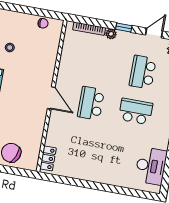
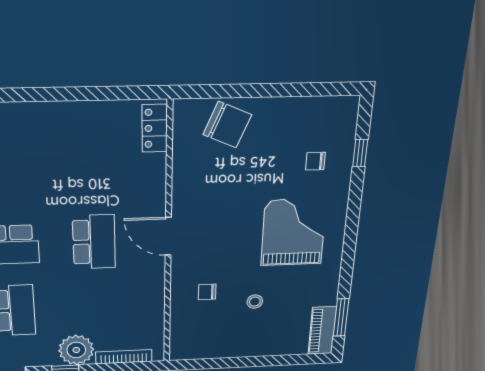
chair: (43, 23) -> (207, 292), moved
plant: (111, 34) -> (76, 350), width x1.87, depth x1.87

